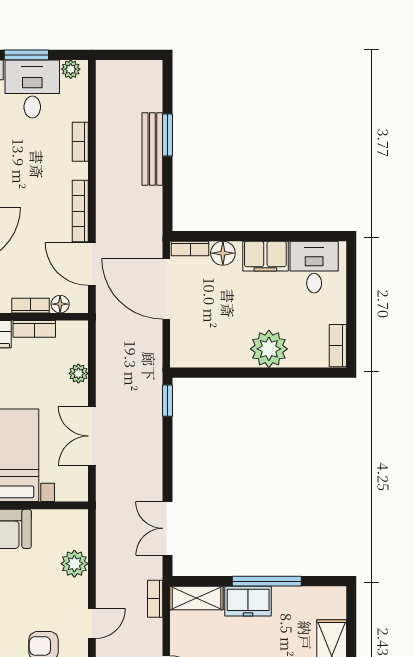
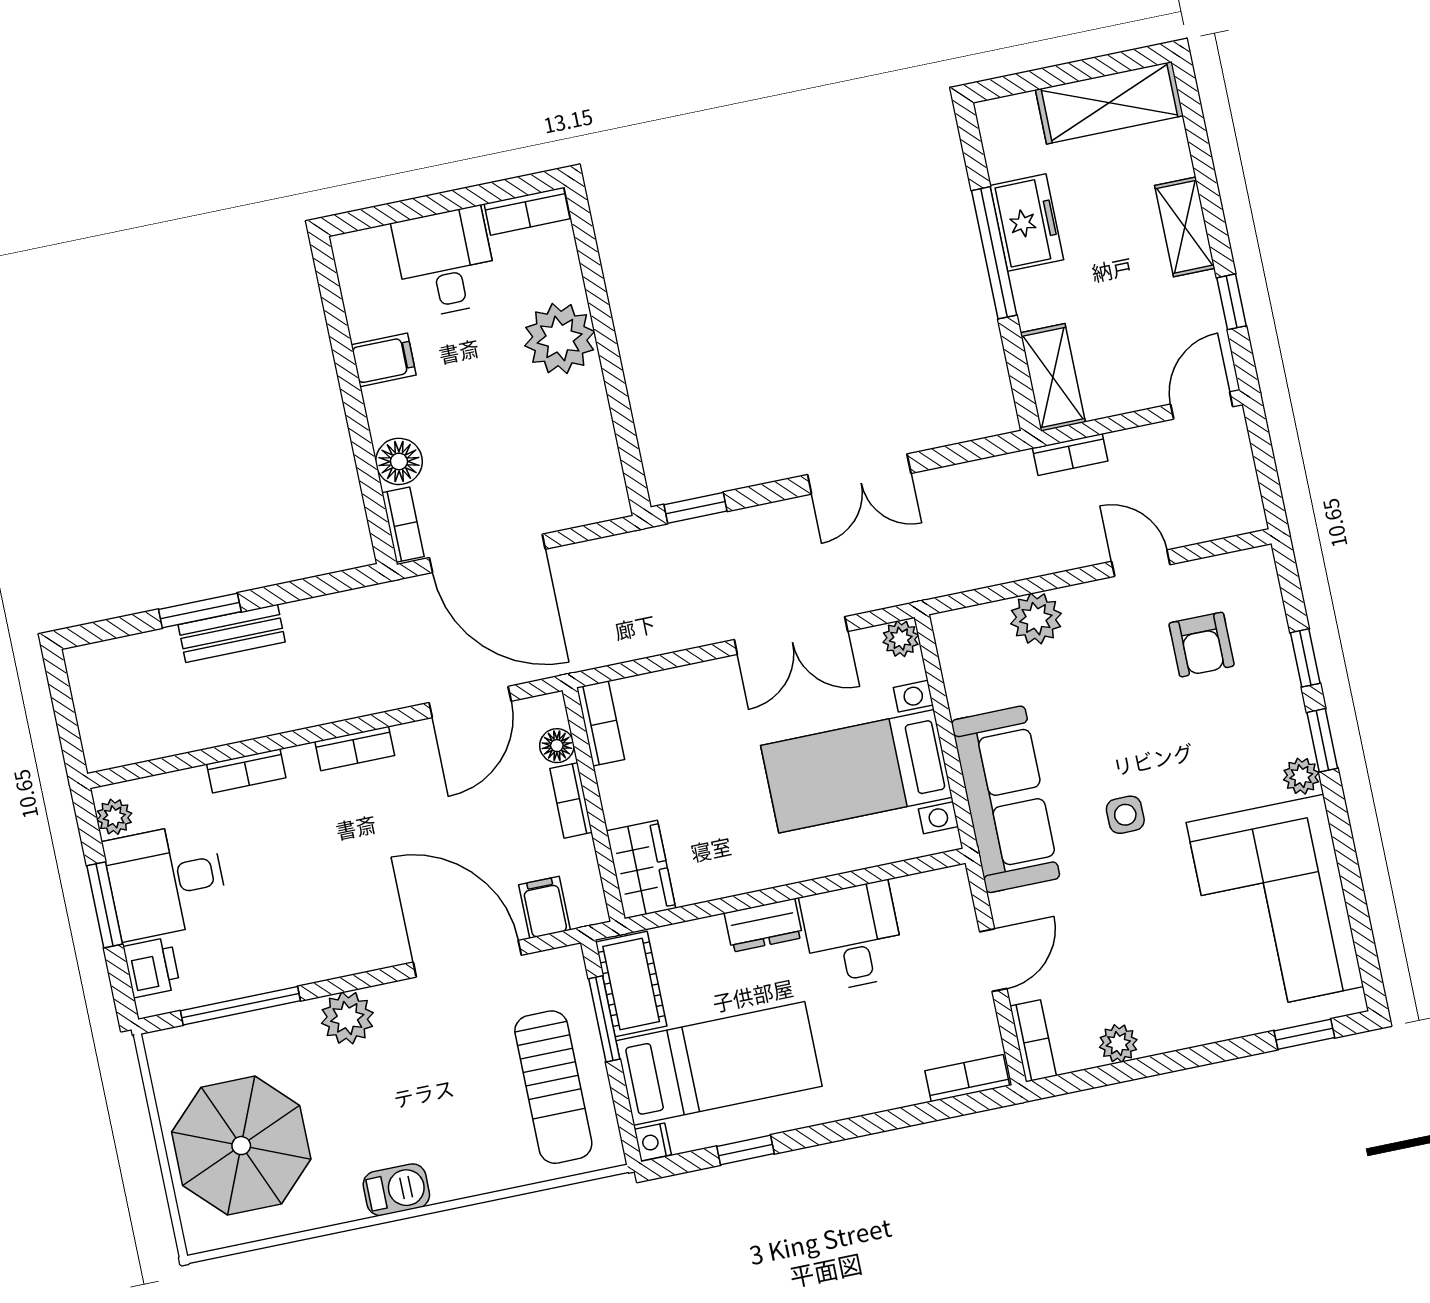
bench: (152, 149) -> (232, 633), width x0.73
bookcase: (80, 211) -> (355, 748), width x0.64
filing cabinet: (265, 256) -> (384, 360), width x0.50
desk: (314, 267) -> (445, 262), moved, turned 90
door: (166, 289) -> (487, 553), hinge flipped
bookcase: (34, 329) -> (601, 723), moved
plant: (78, 373) -> (901, 639), moved
double door: (168, 528) -> (859, 474), moved
freezer: (248, 601) -> (1027, 223), moved

